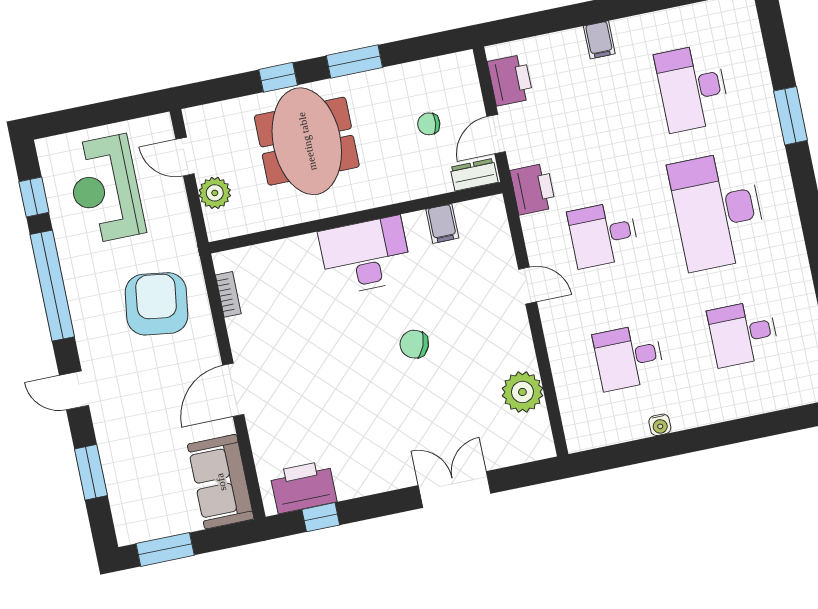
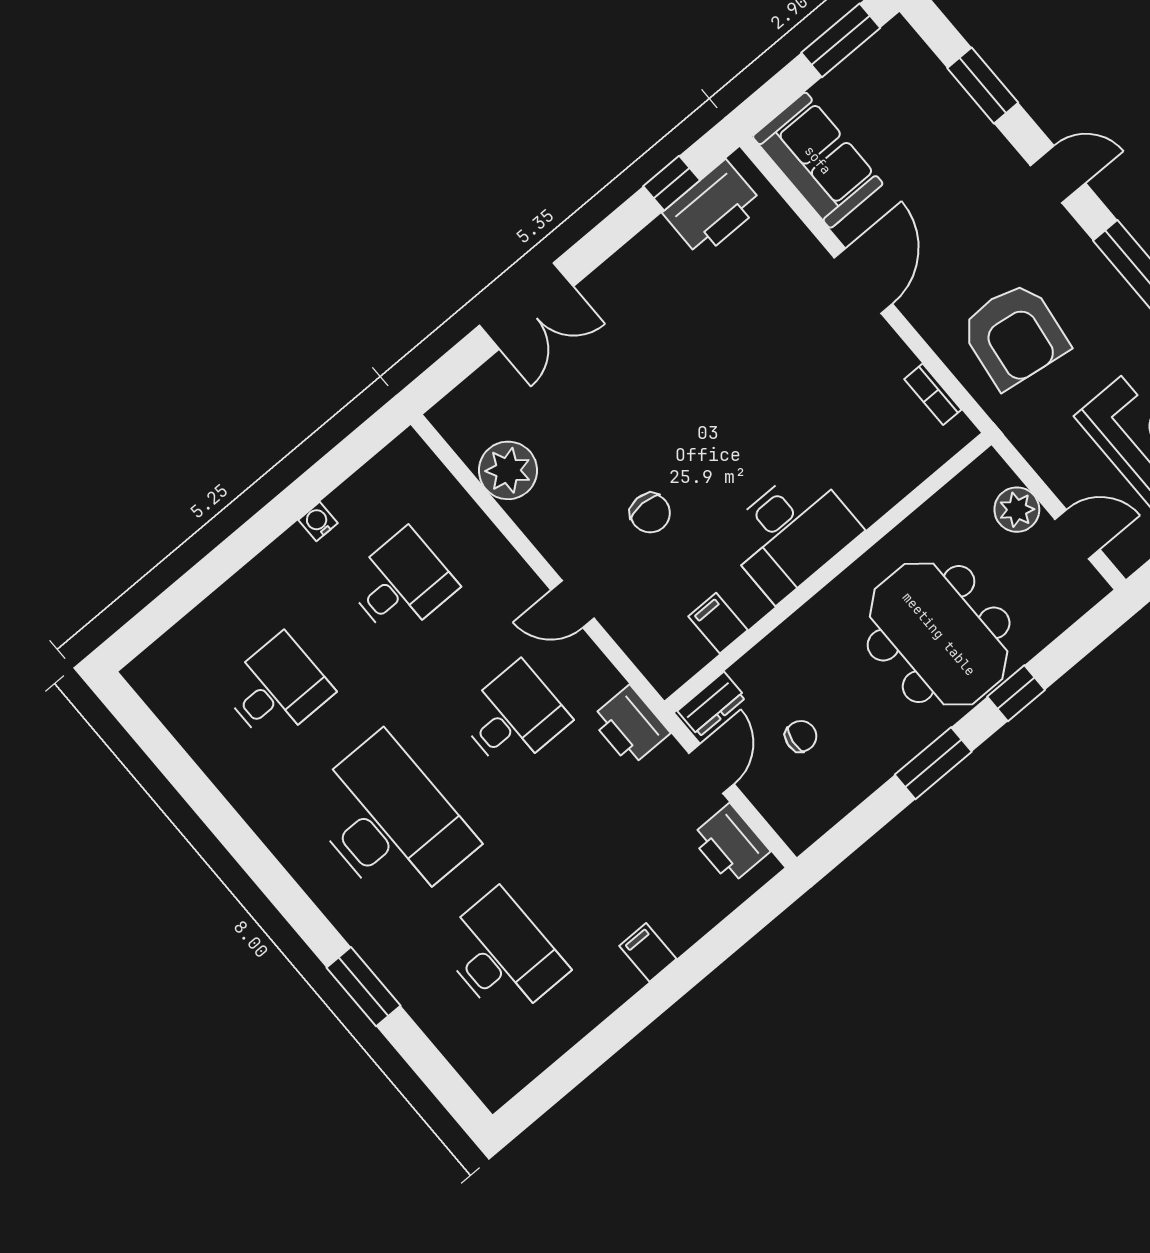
chair: (414, 344) -> (650, 513), moved, turned 69

